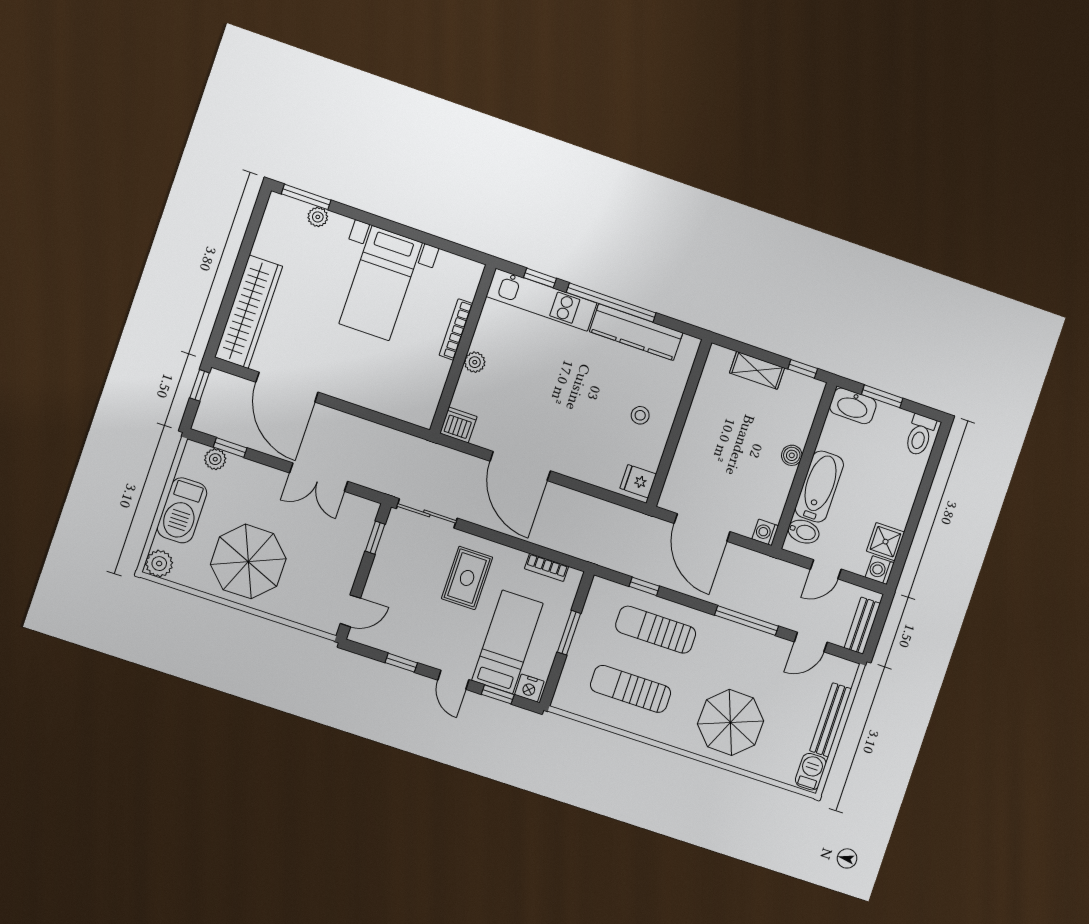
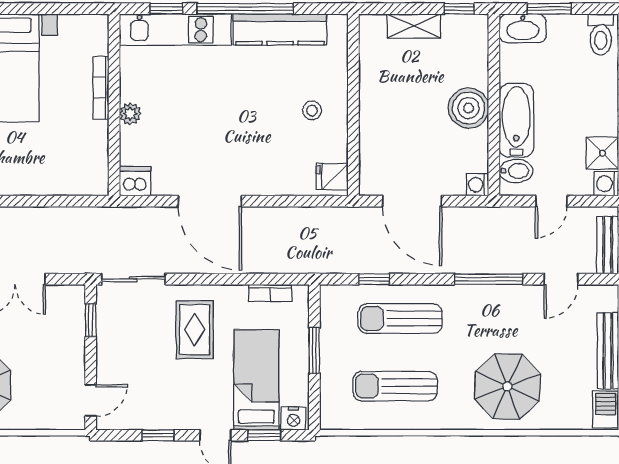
boiler: (792, 455) -> (468, 108), width x1.86, depth x1.86

